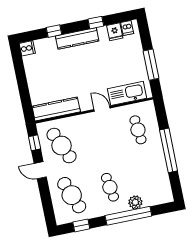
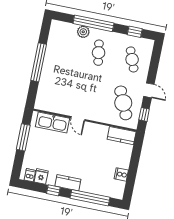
window: (54, 31) -> (90, 198), width x3.17
kitchen counter: (77, 38) -> (68, 183), width x0.67
cooker: (27, 48) -> (121, 174), moved
kitchen counter: (56, 109) -> (122, 136), width x0.67
cafe table: (138, 130) -> (56, 89), removed
cafe table: (72, 195) -> (132, 59), width x0.73, depth x0.74

